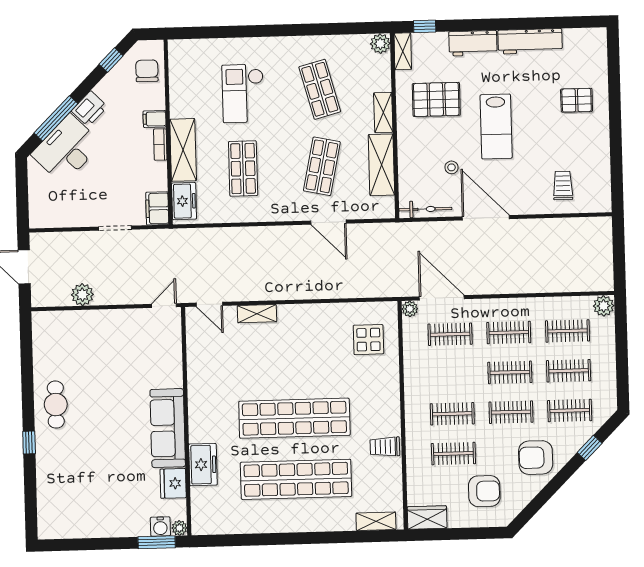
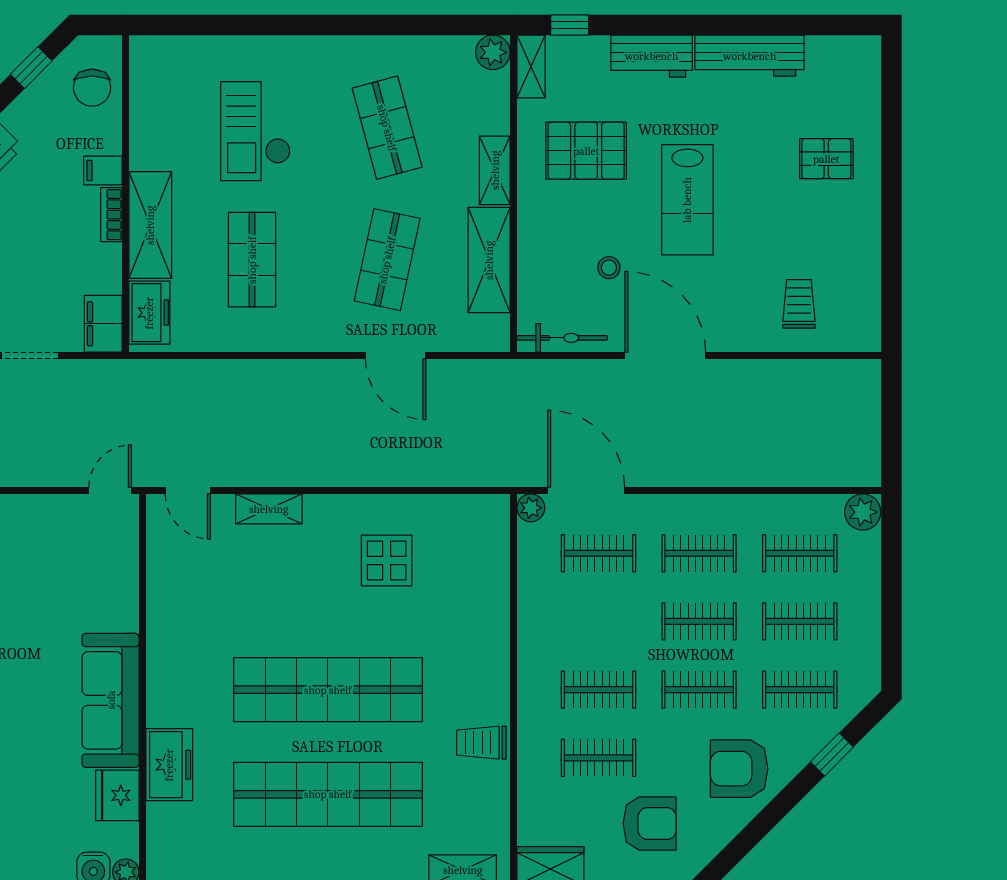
chair: (147, 71) -> (92, 88), turned 180
display table: (368, 340) -> (387, 561), moved

